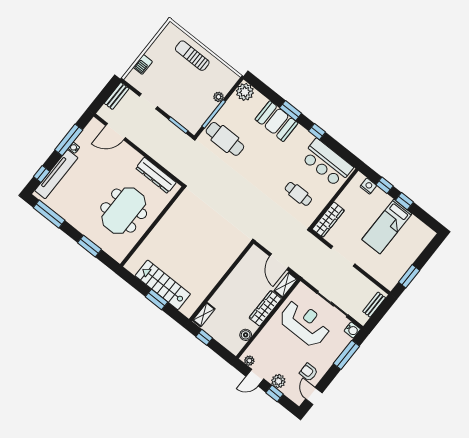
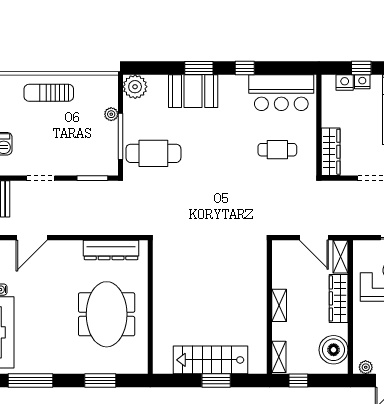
nightstand: (379, 194) -> (362, 82), added
shelving: (228, 285) -> (279, 305), added
boiler: (246, 335) -> (334, 350), width x1.86, depth x1.86

